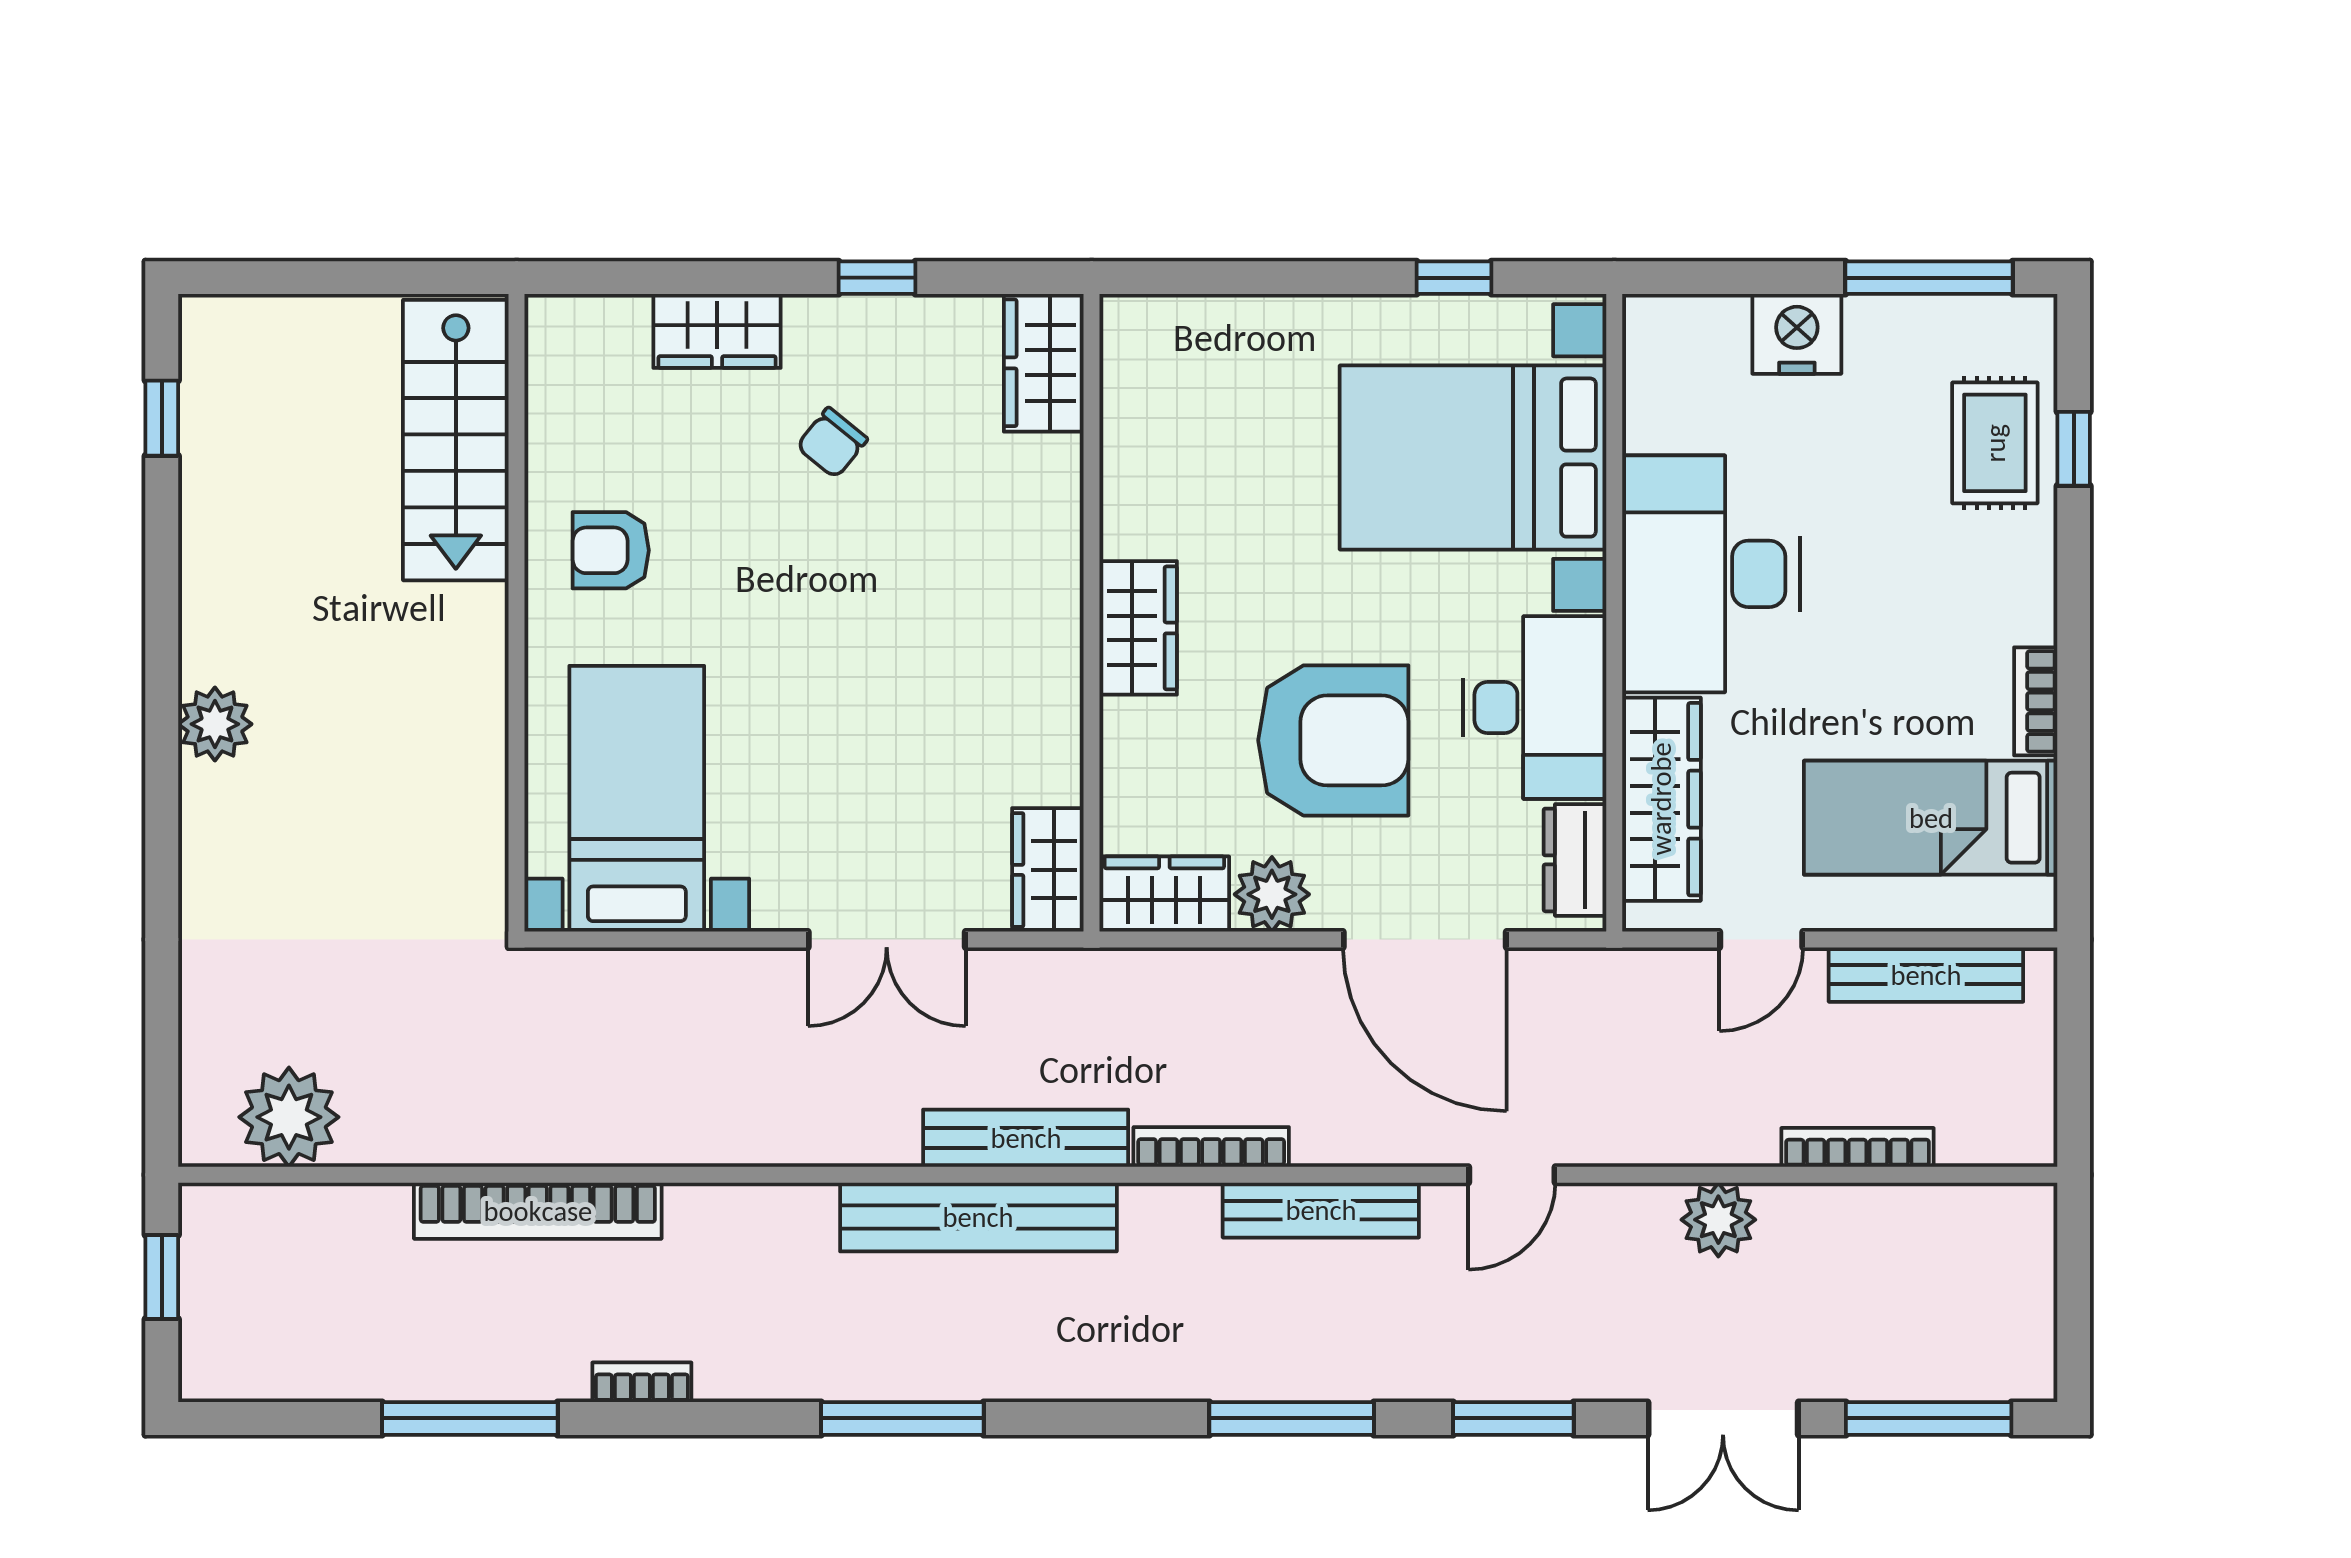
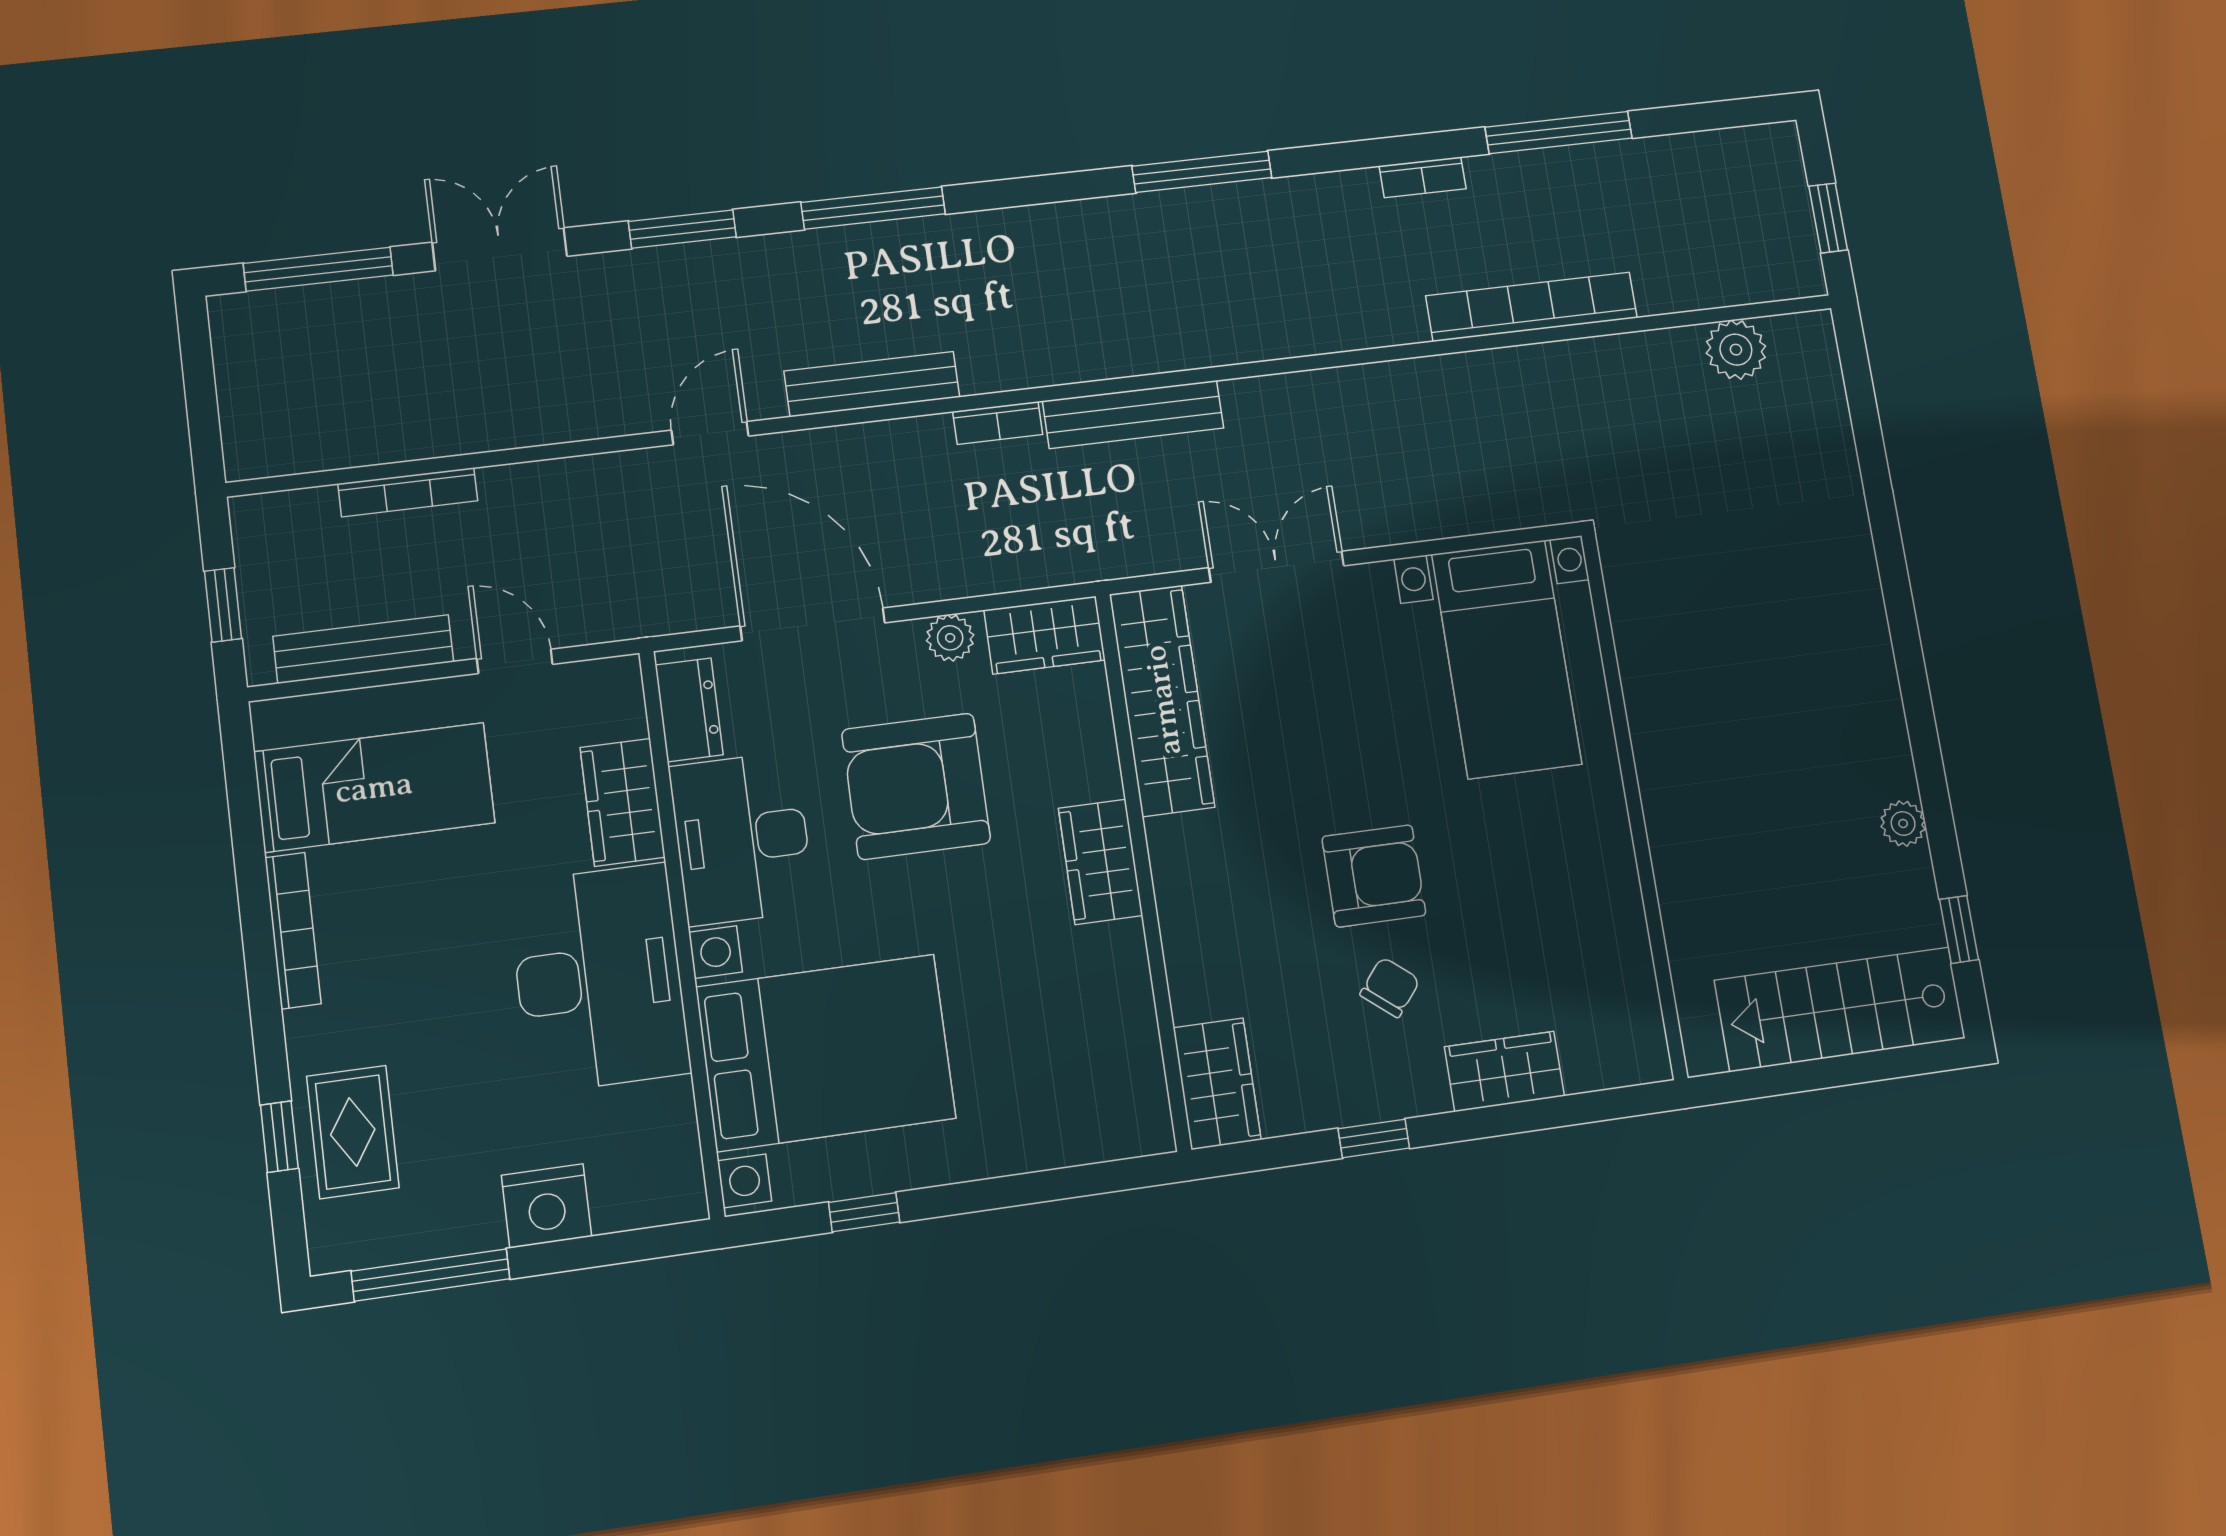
stairs: (456, 440) -> (1840, 1009), moved, turned -90
armchair: (611, 550) -> (1374, 876), moved, width x1.38, depth x1.38
bookcase: (2036, 701) -> (293, 931), width x1.56
plant: (215, 724) -> (1903, 823), moved, width x0.73, depth x0.73
wardrobe: (1661, 799) -> (623, 802), width x0.67
wardrobe: (1048, 870) -> (1162, 700), width x2.10, depth x1.17
plant: (1272, 894) -> (950, 638), width x0.73, depth x0.73
door: (1761, 940) -> (515, 661), hinge flipped
window: (2074, 1044) -> (223, 605), added
plant: (289, 1117) -> (1736, 350), width x0.73, depth x0.73
bookcase: (1211, 1147) -> (998, 423), width x0.64
bench: (978, 1217) -> (1163, 344), removed
plant: (1718, 1220) -> (524, 416), removed

